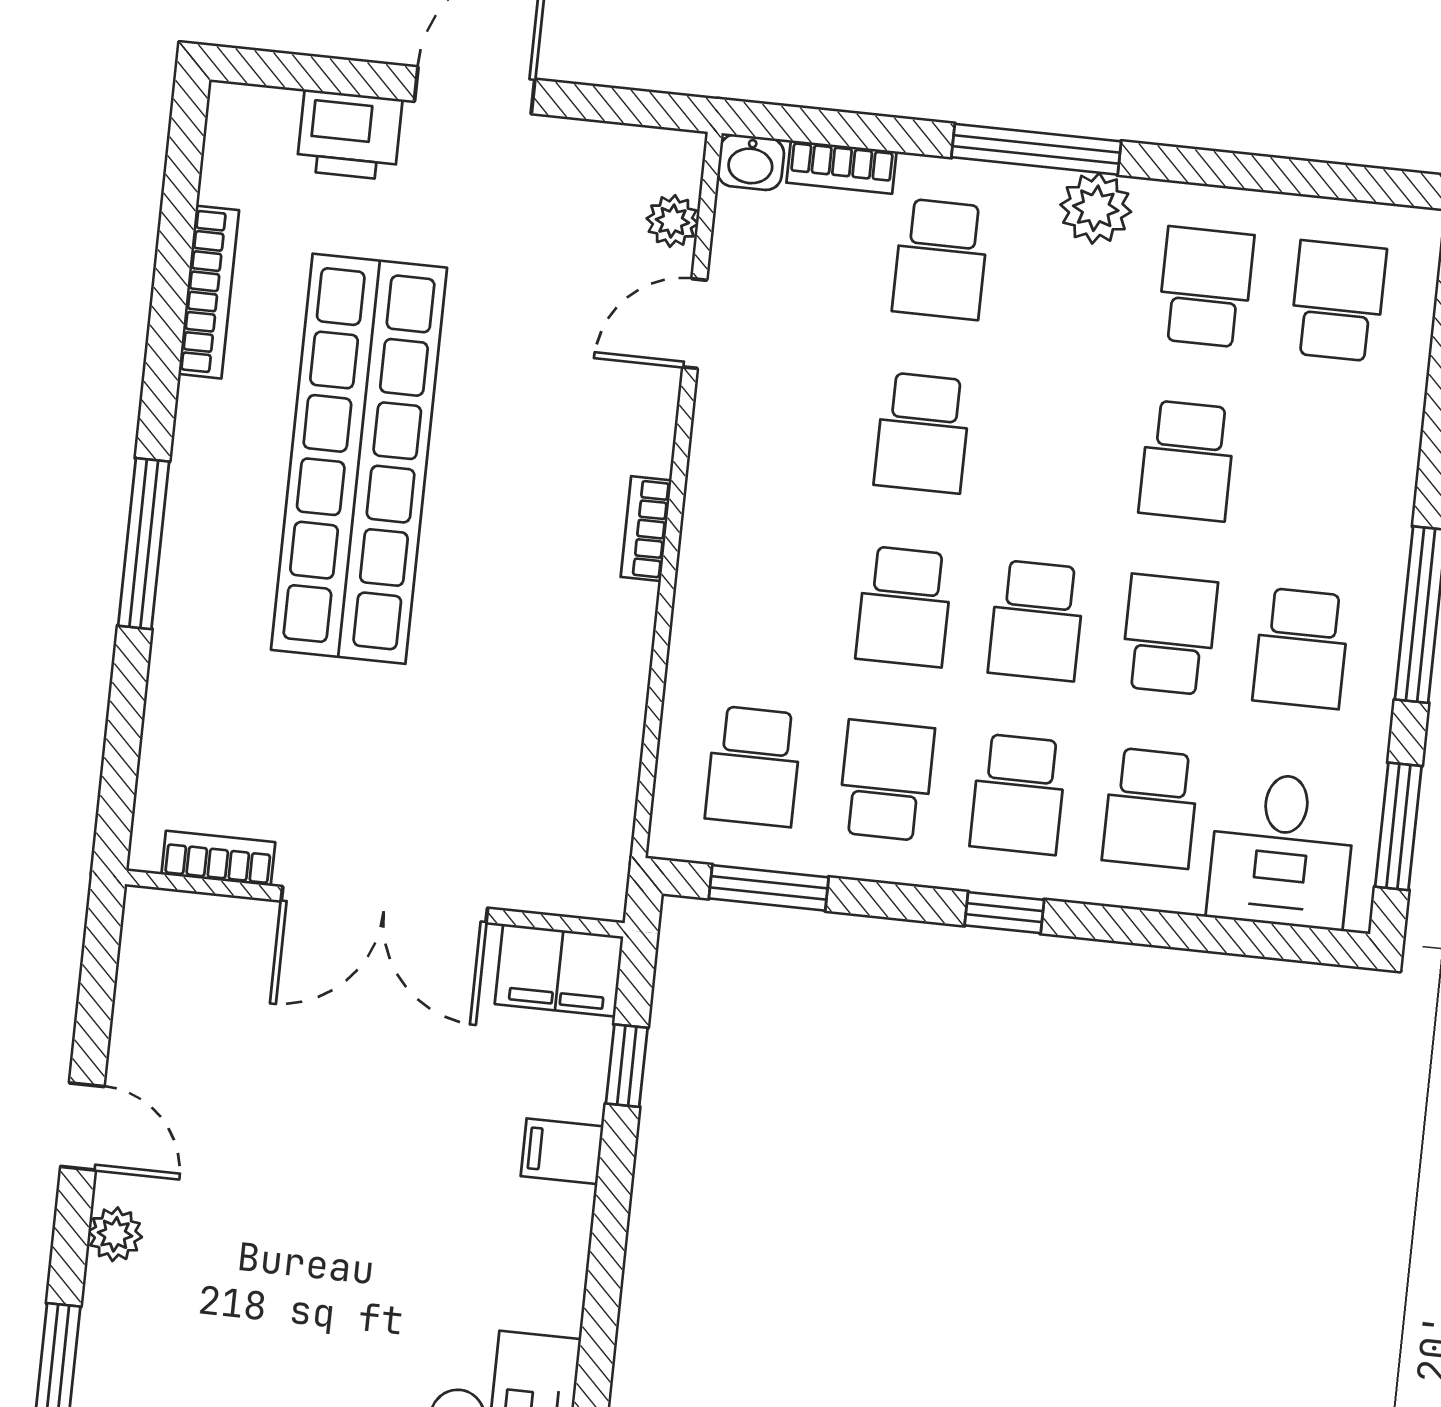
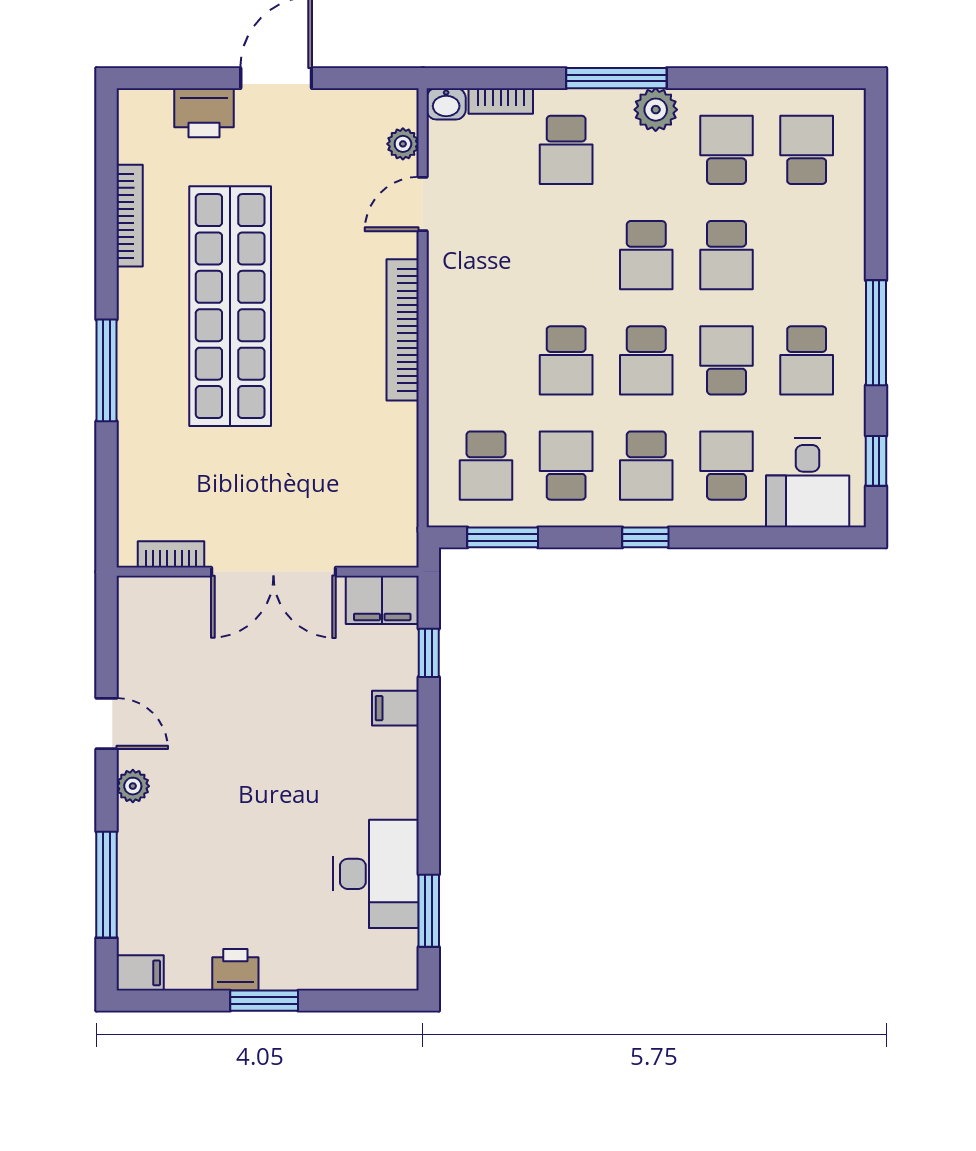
school desk: (923, 433) -> (646, 255), moved
bookcase: (646, 529) -> (403, 330), width x2.31, depth x1.31
school desk: (1151, 808) -> (726, 466), turned 180
window: (1398, 826) -> (876, 461), width x0.67

